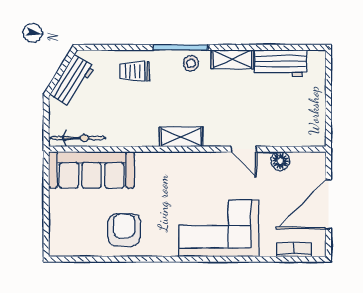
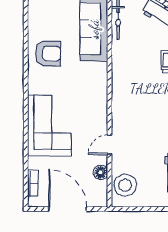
stool: (297, 129) -> (125, 185), added
shelving: (181, 137) -> (119, 97), removed

